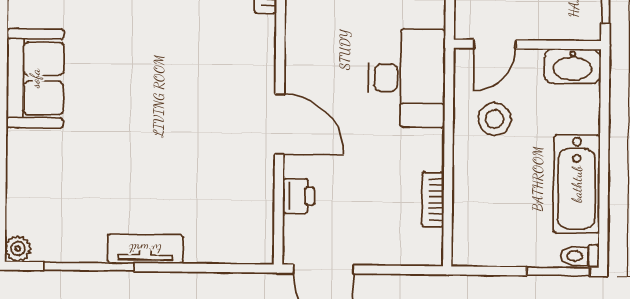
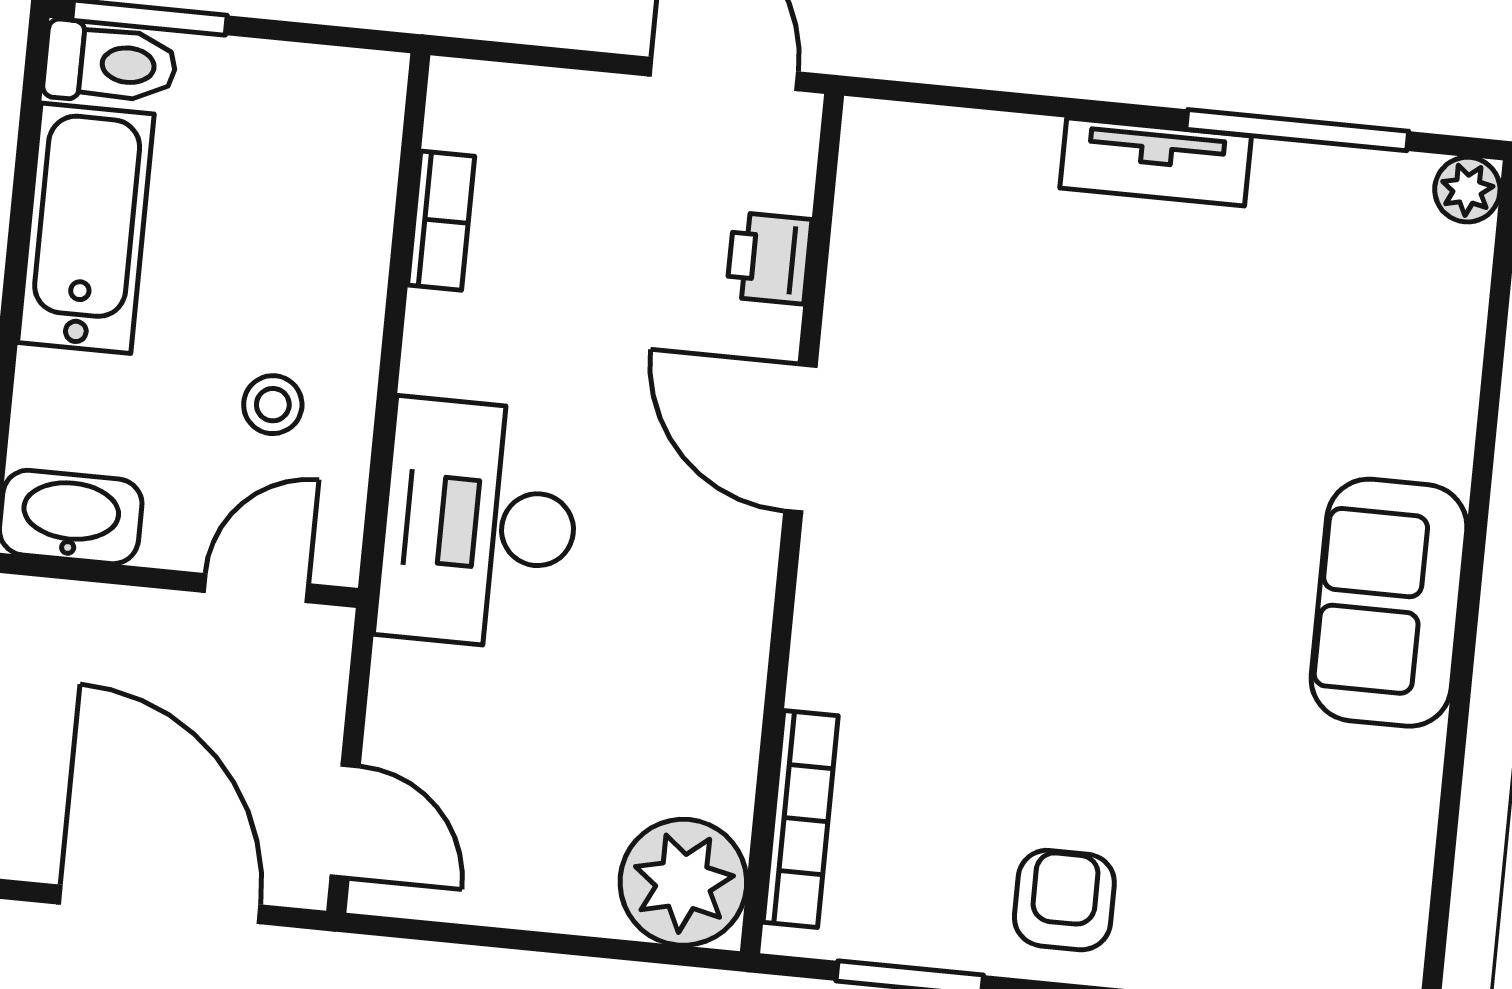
stool: (495, 119) -> (273, 405), width x0.73, depth x0.73
toilet: (580, 256) -> (110, 63), width x1.37, depth x1.39

